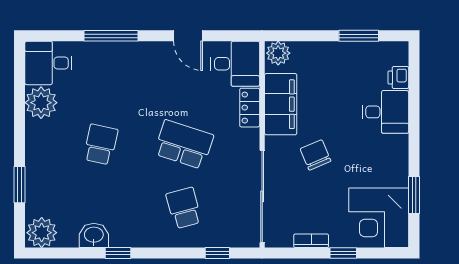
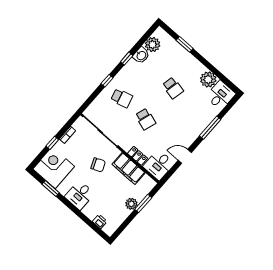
window: (359, 36) -> (143, 203), moved
plant: (278, 53) -> (131, 204), moved
desk: (385, 112) -> (80, 195), moved
school desk: (184, 144) -> (145, 119), width x0.54
plant: (42, 233) -> (153, 45), moved
window: (217, 253) -> (107, 81), moved

